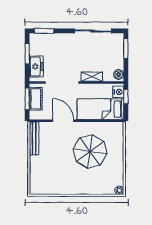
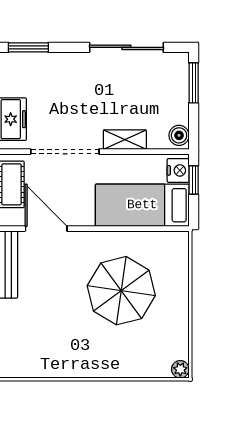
door: (63, 121) -> (46, 229), moved

